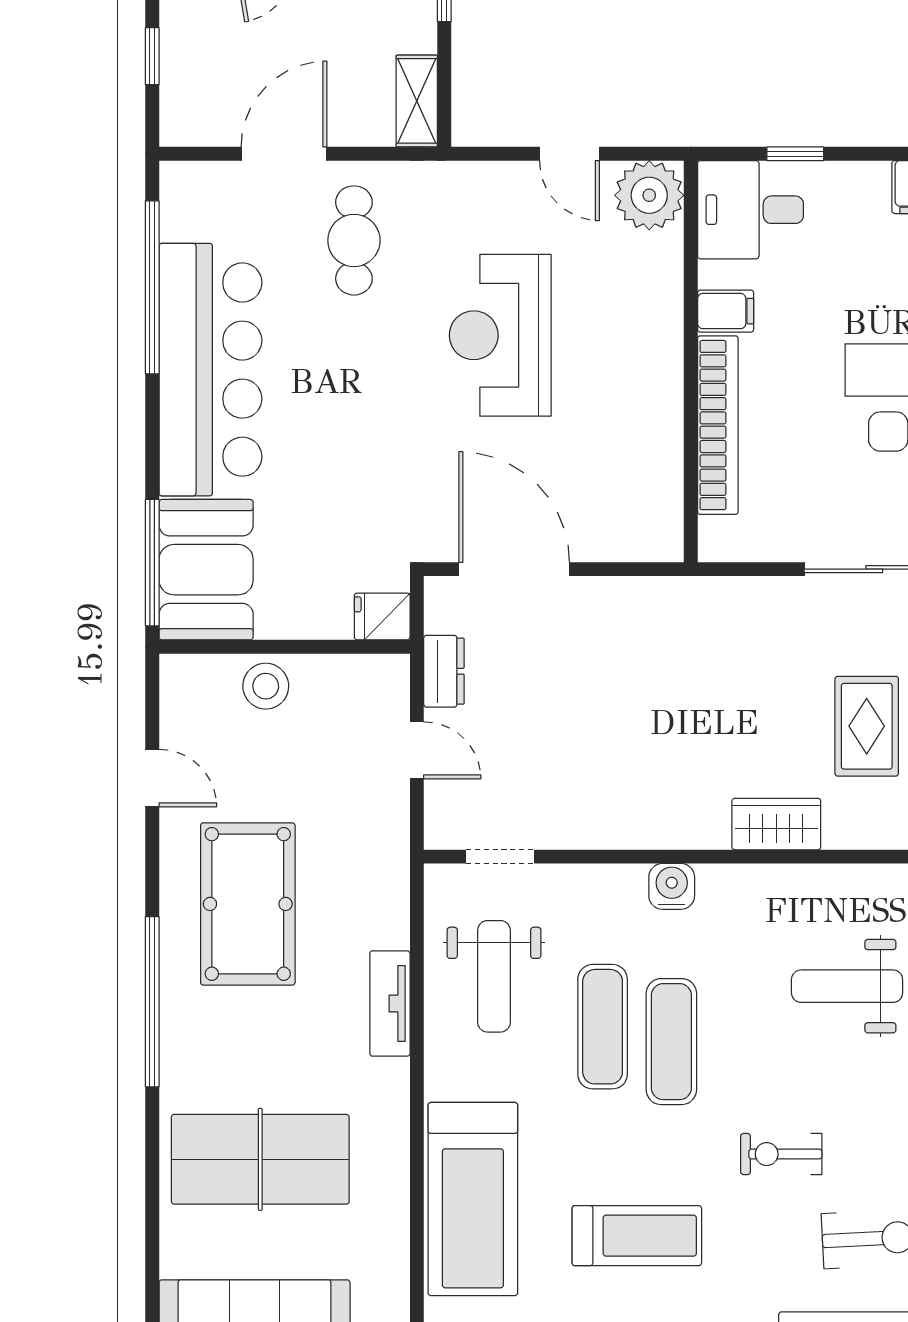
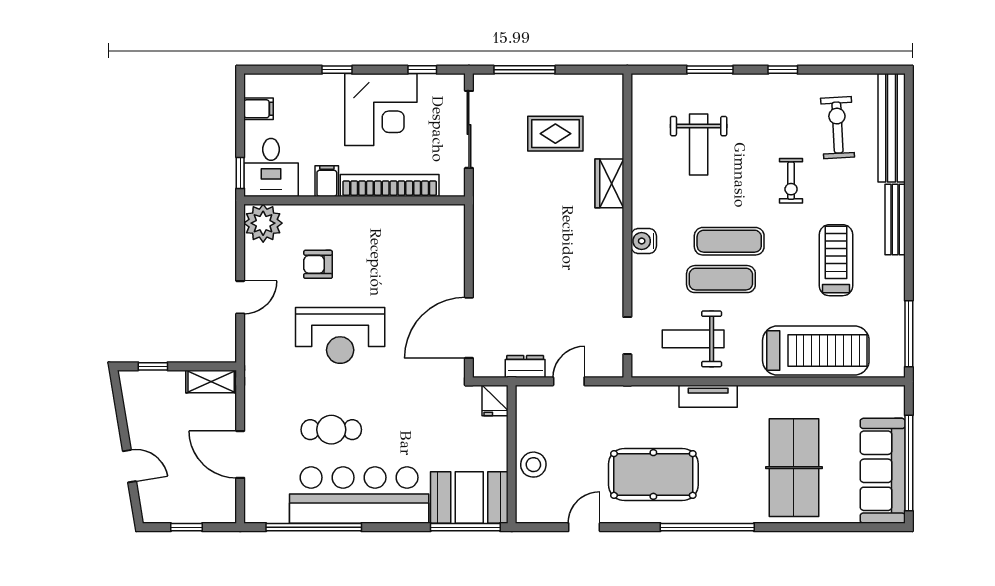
plant: (649, 195) -> (263, 223), moved
desk: (751, 210) -> (271, 167), moved
cafe table: (354, 240) -> (331, 430), moved
armchair: (629, 295) -> (318, 264), added
filing cabinet: (726, 311) -> (327, 181), moved
wall: (691, 361) -> (355, 200), moved
bookcase: (718, 425) -> (390, 185), moved
weight bench: (494, 976) -> (693, 339), turned 180

